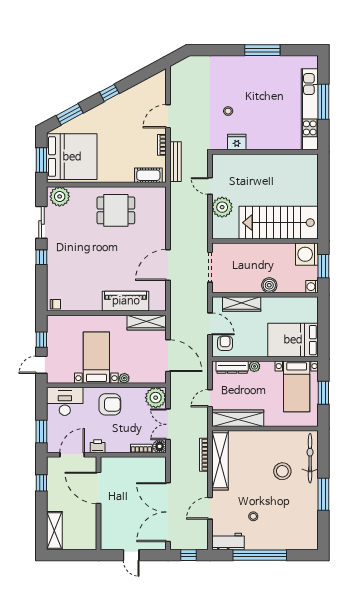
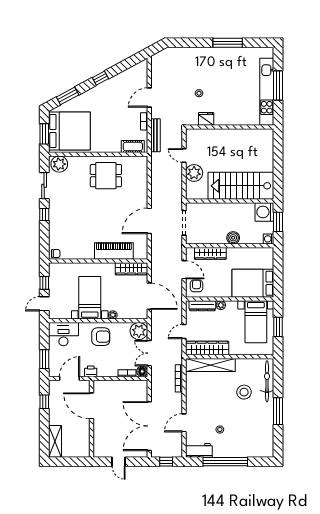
shelving: (220, 460) -> (210, 365), moved, turned 90

